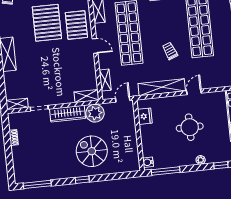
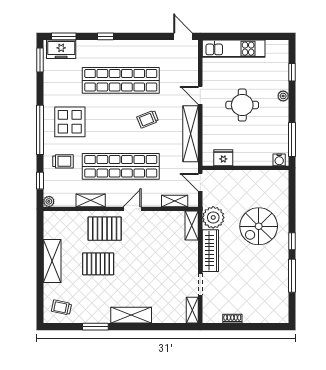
pallet: (47, 23) -> (98, 264), width x0.73, depth x0.71
window: (37, 184) -> (292, 276), moved

